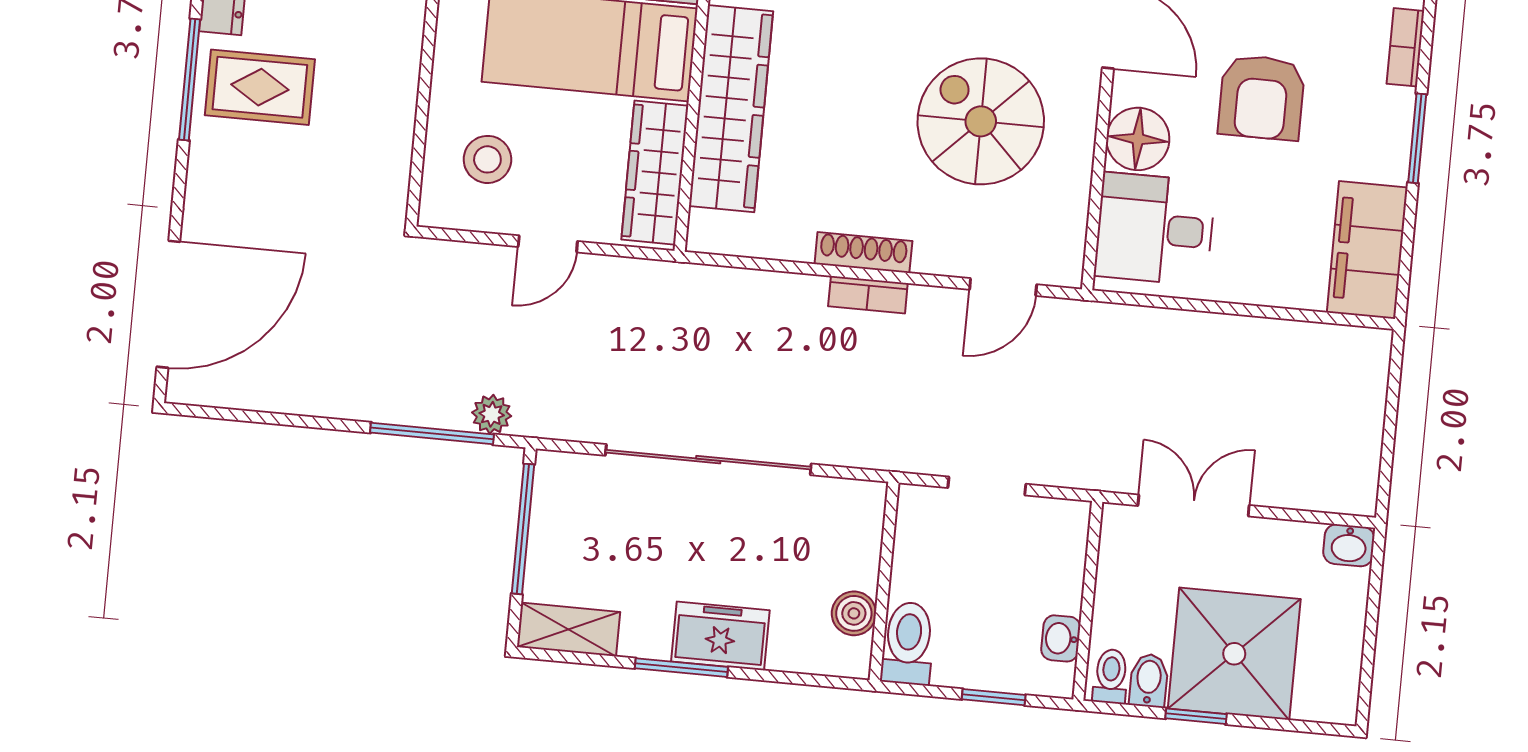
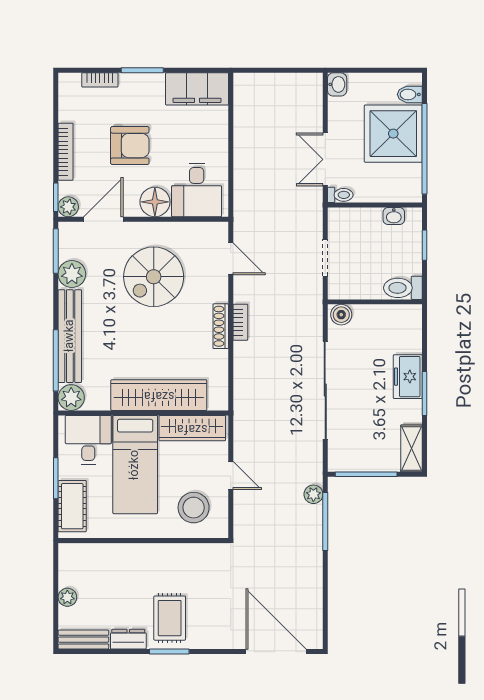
window: (190, 80) -> (169, 652), width x0.69
stool: (487, 159) -> (194, 508), width x1.38, depth x1.38
boiler: (854, 613) -> (341, 315), moved
toilet: (1111, 676) -> (340, 195), moved, turned 180
bidet: (1149, 680) -> (410, 94), moved
window: (1196, 716) -> (424, 149), width x3.17

